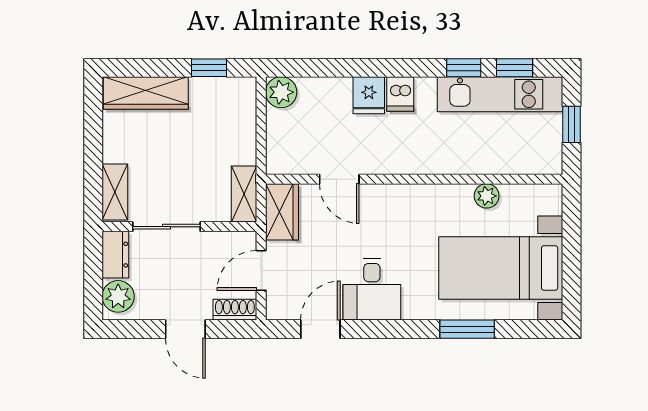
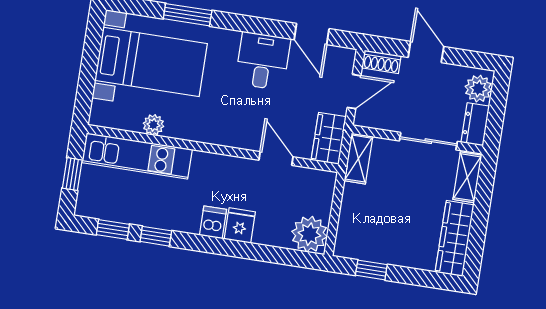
plant: (281, 92) -> (309, 234), width x1.36, depth x1.36
wardrobe: (146, 93) -> (455, 239), moved, turned -90
kitchen unit: (500, 94) -> (137, 156), moved, turned 180
door: (320, 329) -> (312, 34), hinge flipped

